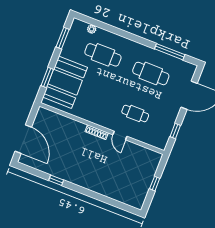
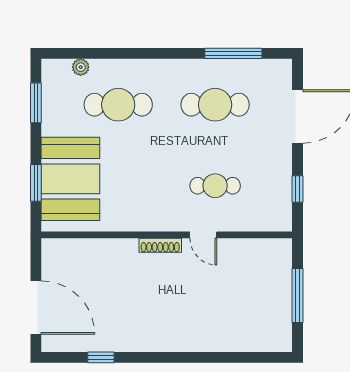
window: (56, 180) -> (101, 357), moved
window: (155, 184) -> (298, 296), width x2.17

